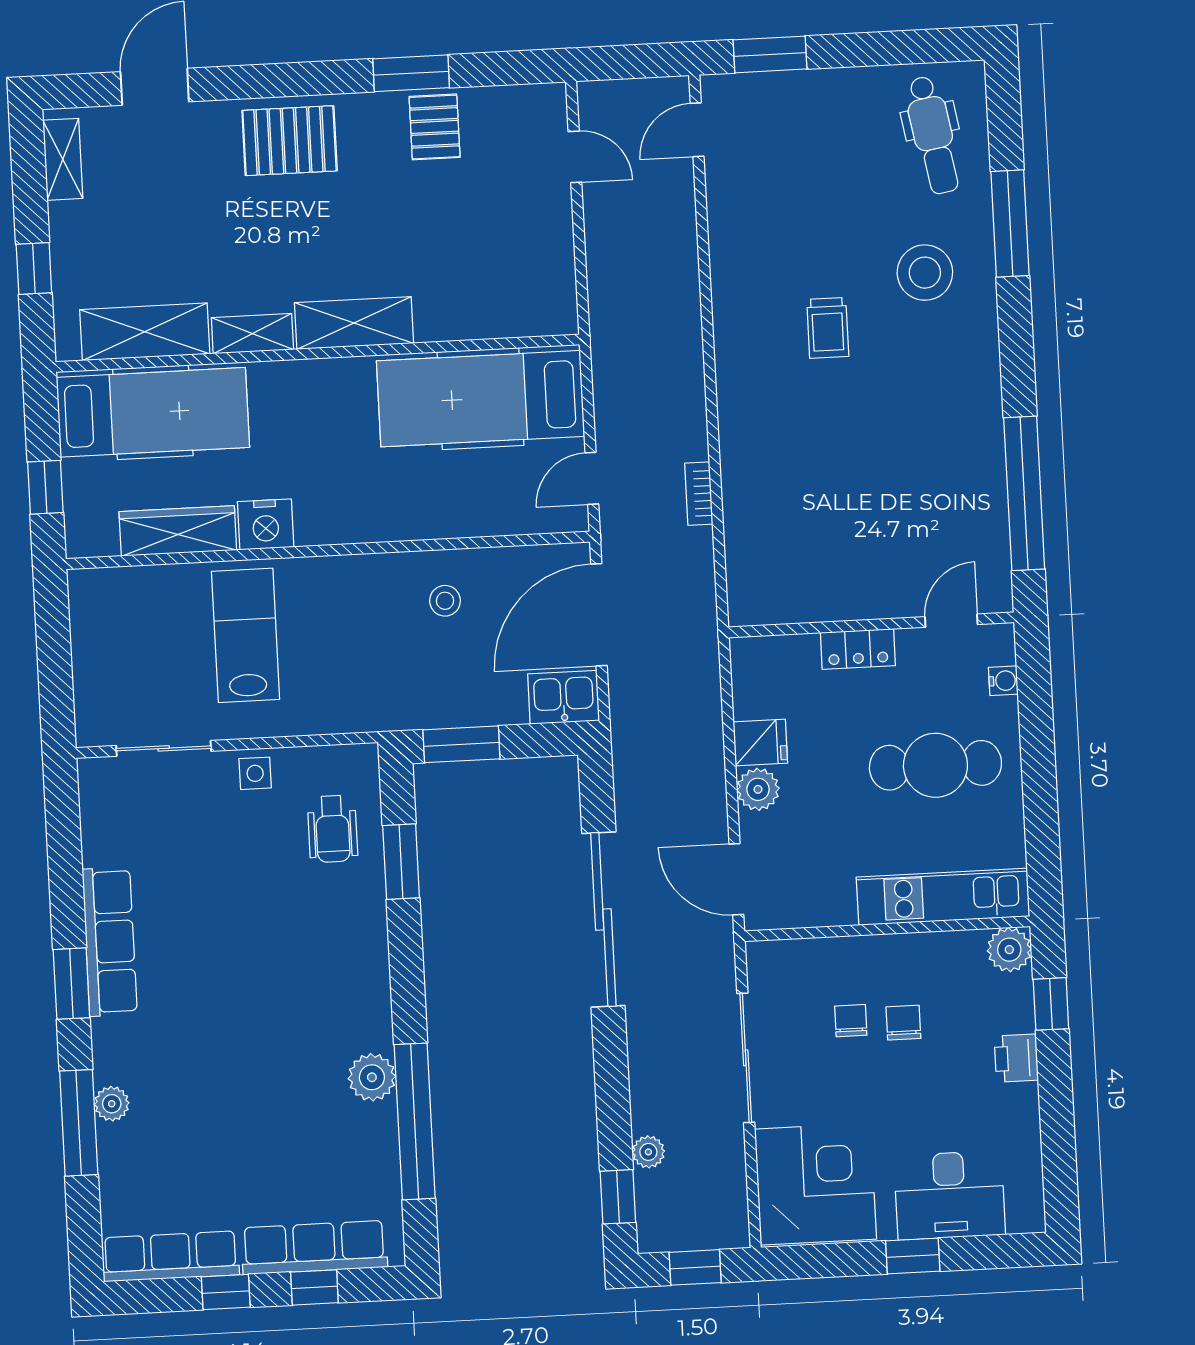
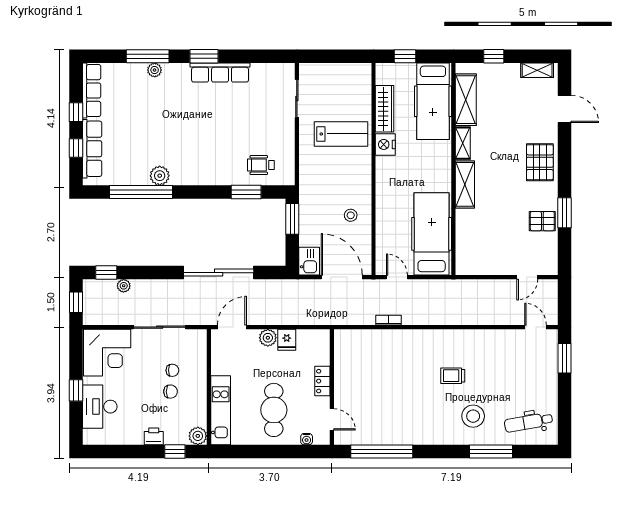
side table: (255, 773) -> (285, 135), removed

